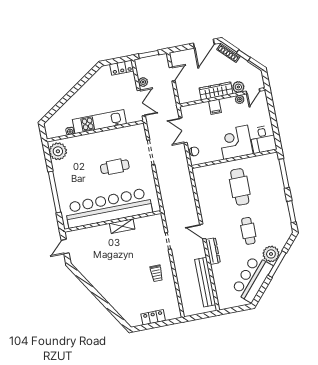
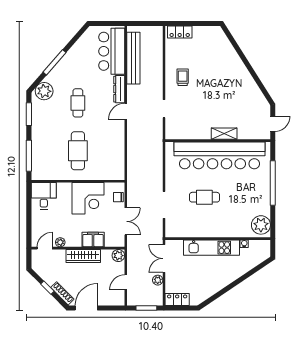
plant: (238, 87) -> (118, 256), moved
filing cabinet: (215, 107) -> (93, 240), width x2.00
corner desk: (236, 142) -> (88, 198), moved
shelving: (122, 226) -> (224, 134), moved
door: (203, 232) -> (126, 111), swing flipped
plant: (271, 254) -> (44, 91), moved
bar counter: (252, 279) -> (112, 51), moved, turned 139
locker: (153, 317) -> (180, 32), moved

